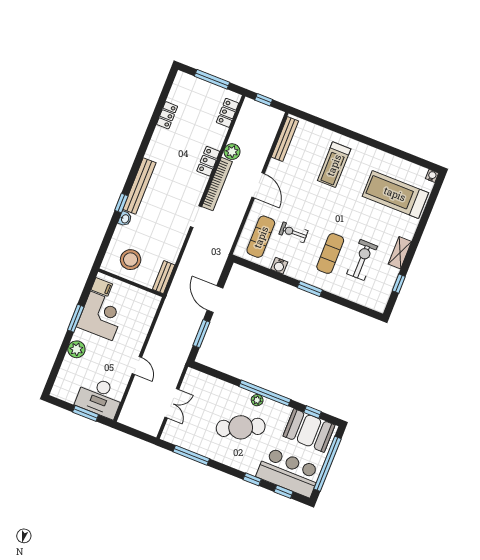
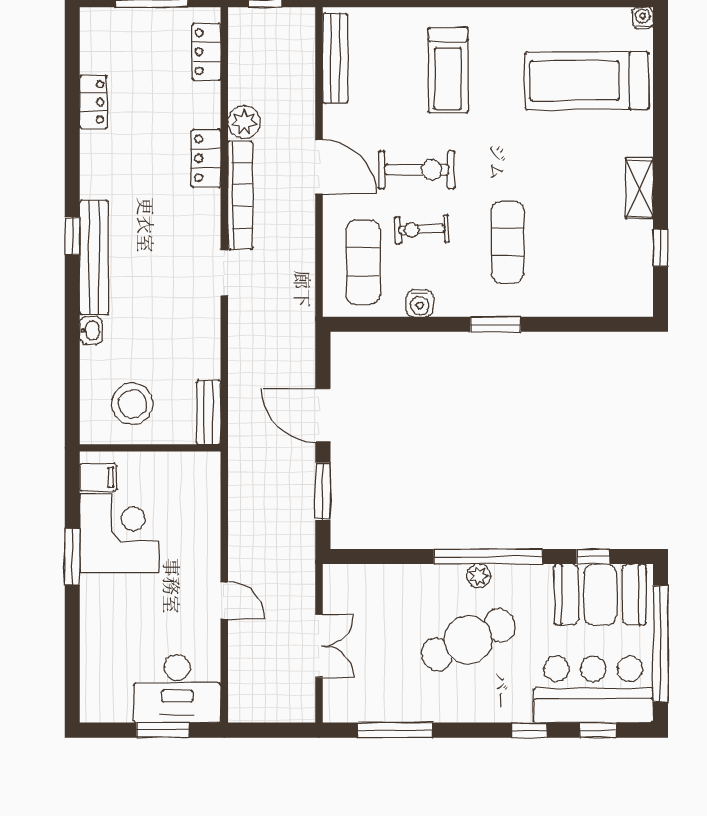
window: (121, 203) -> (72, 236), moved
exercise bike: (362, 260) -> (417, 170), moved, turned 90
plant: (76, 349) -> (97, 615), removed

